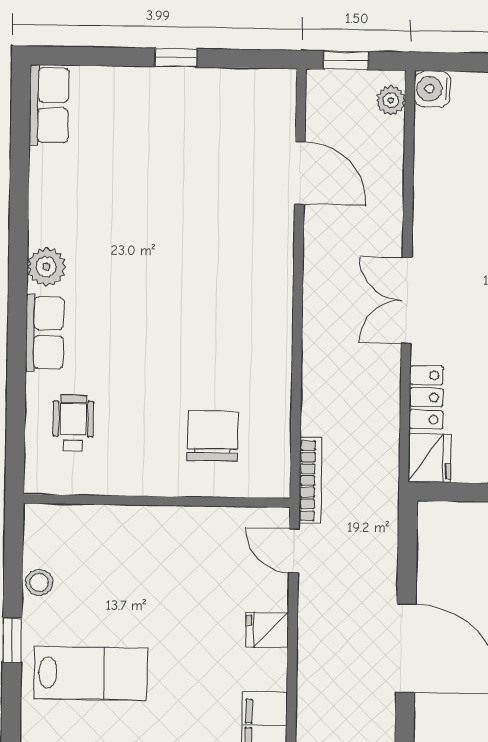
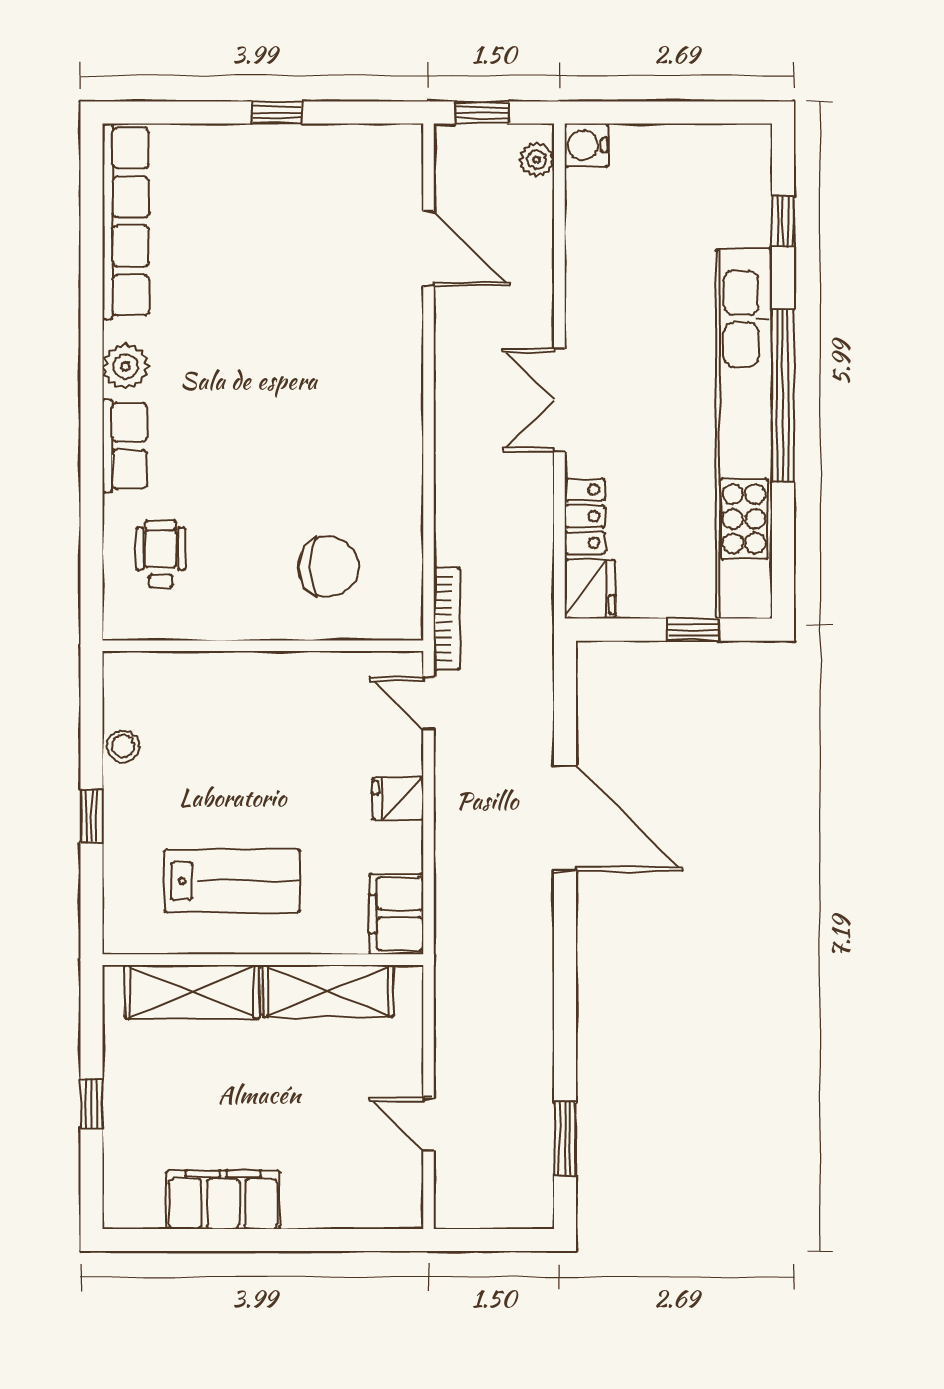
row of seats: (49, 105) -> (126, 222), width x2.02
chair: (213, 436) -> (329, 567), turned 90
lab bench: (91, 673) -> (232, 881), moved

